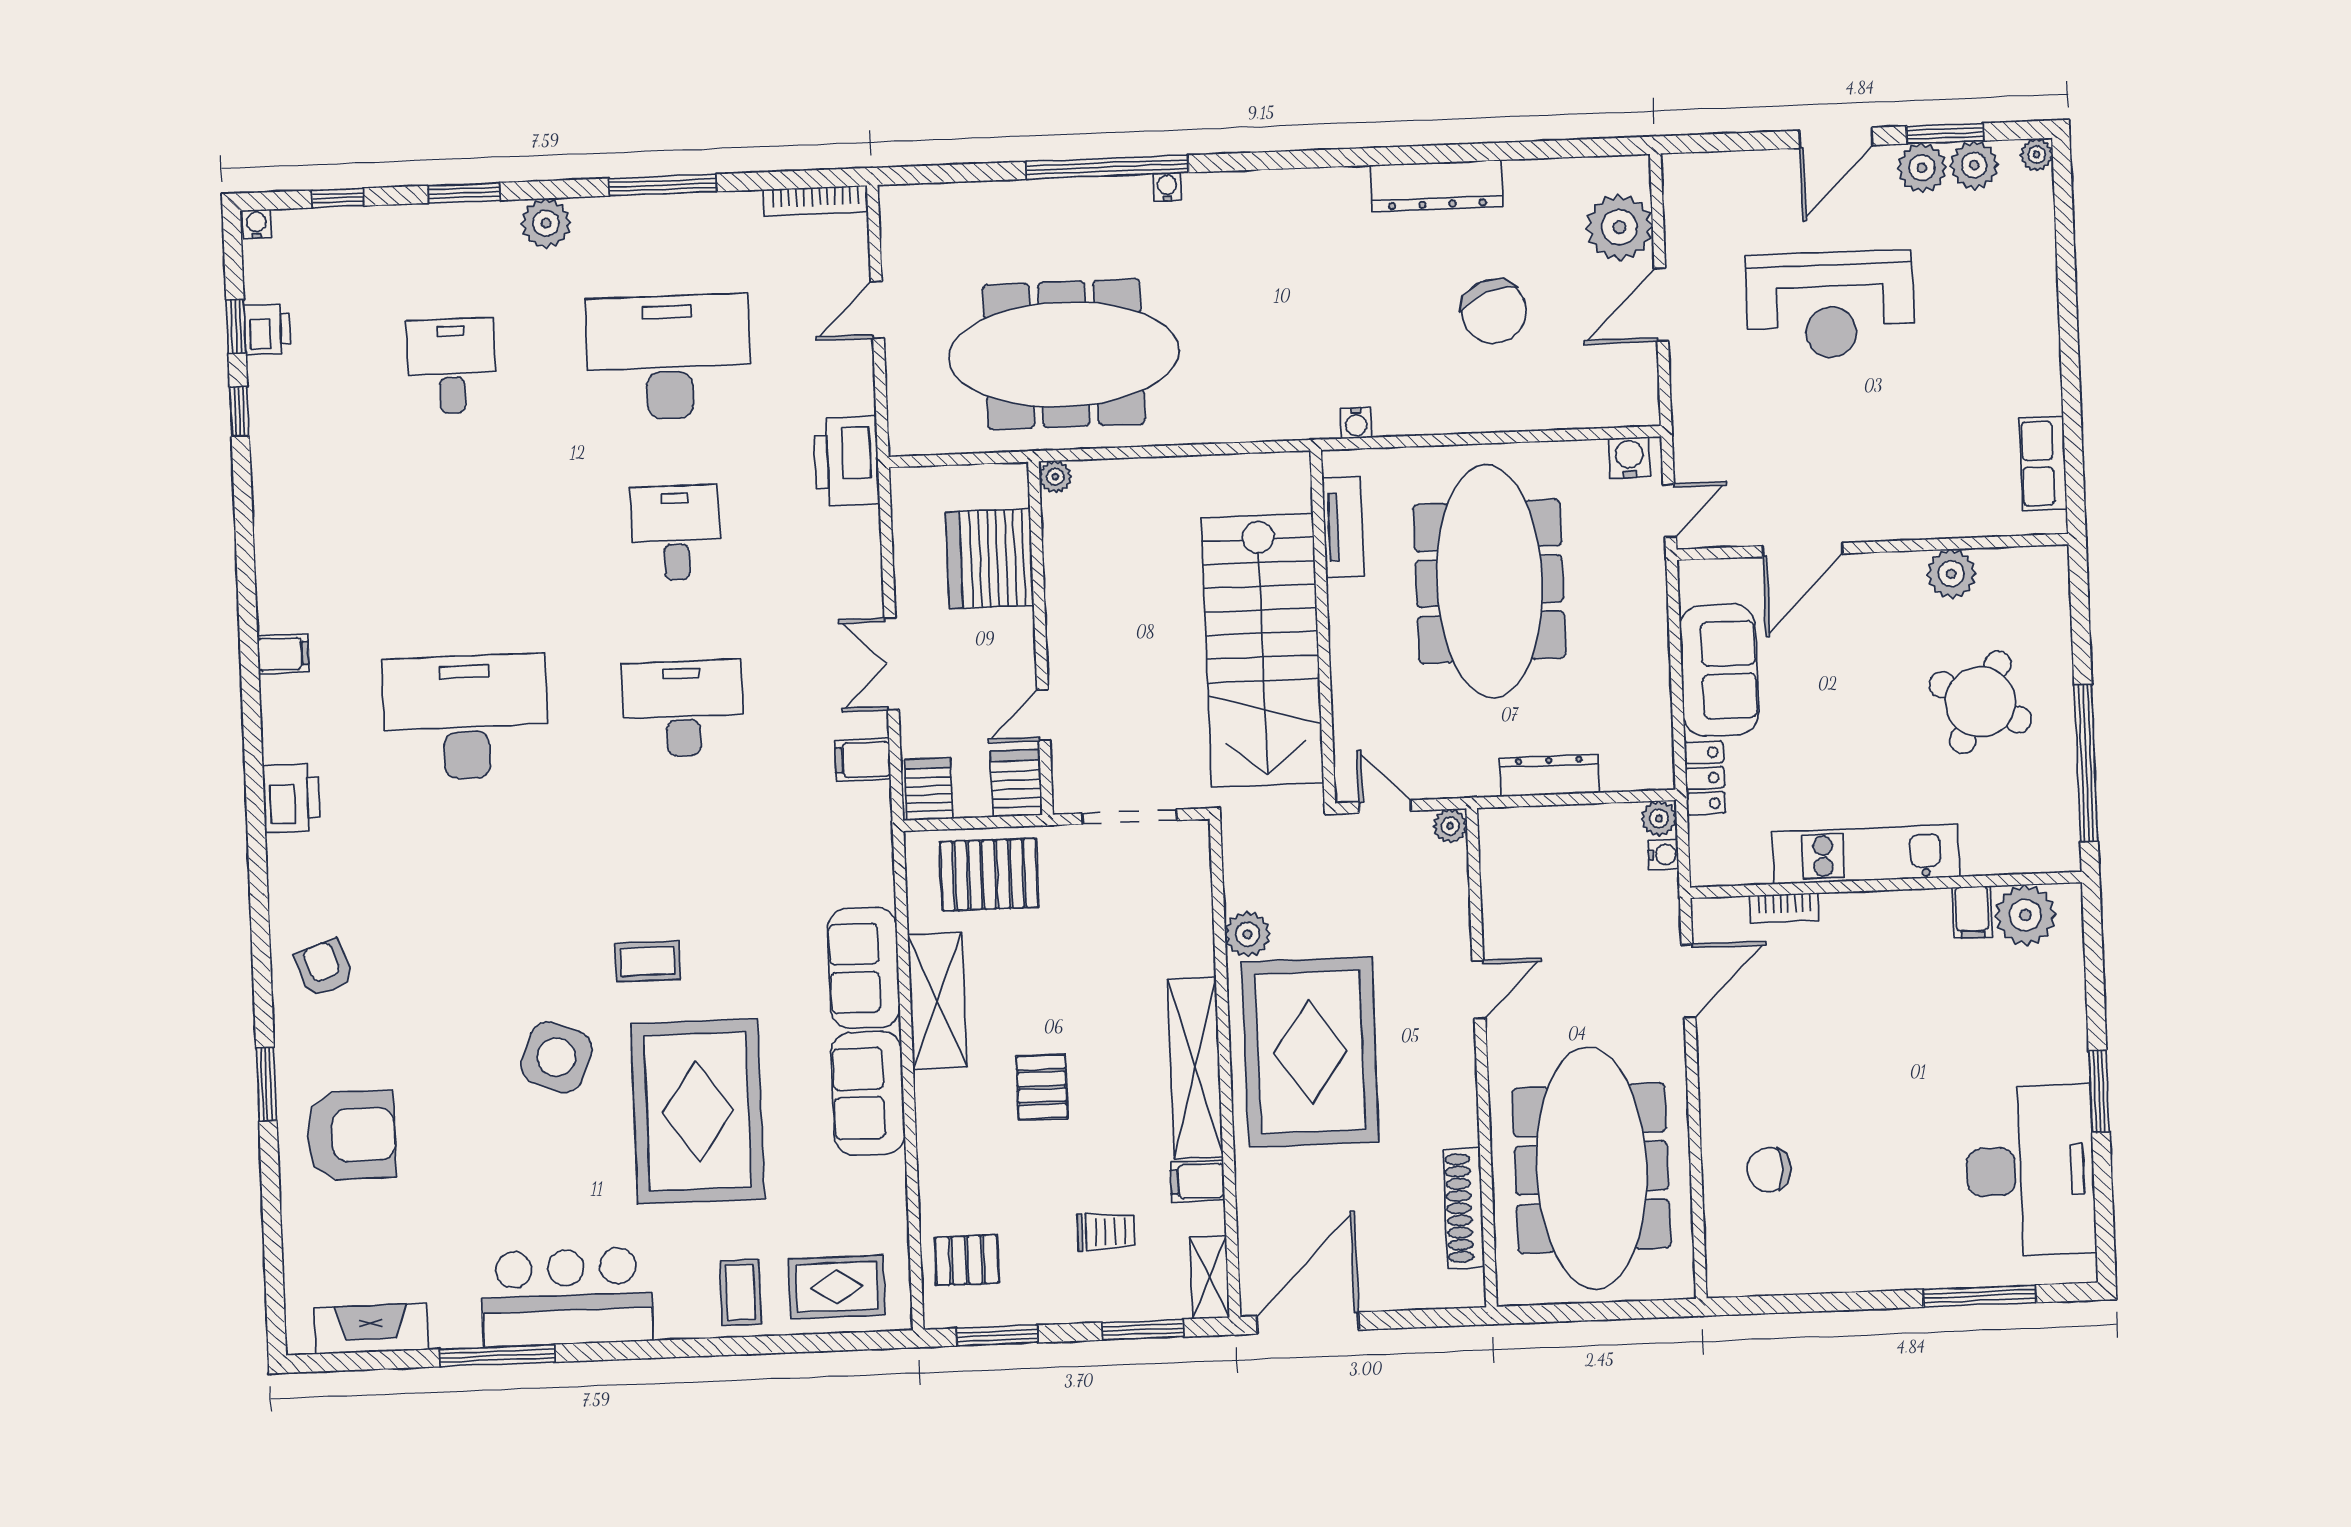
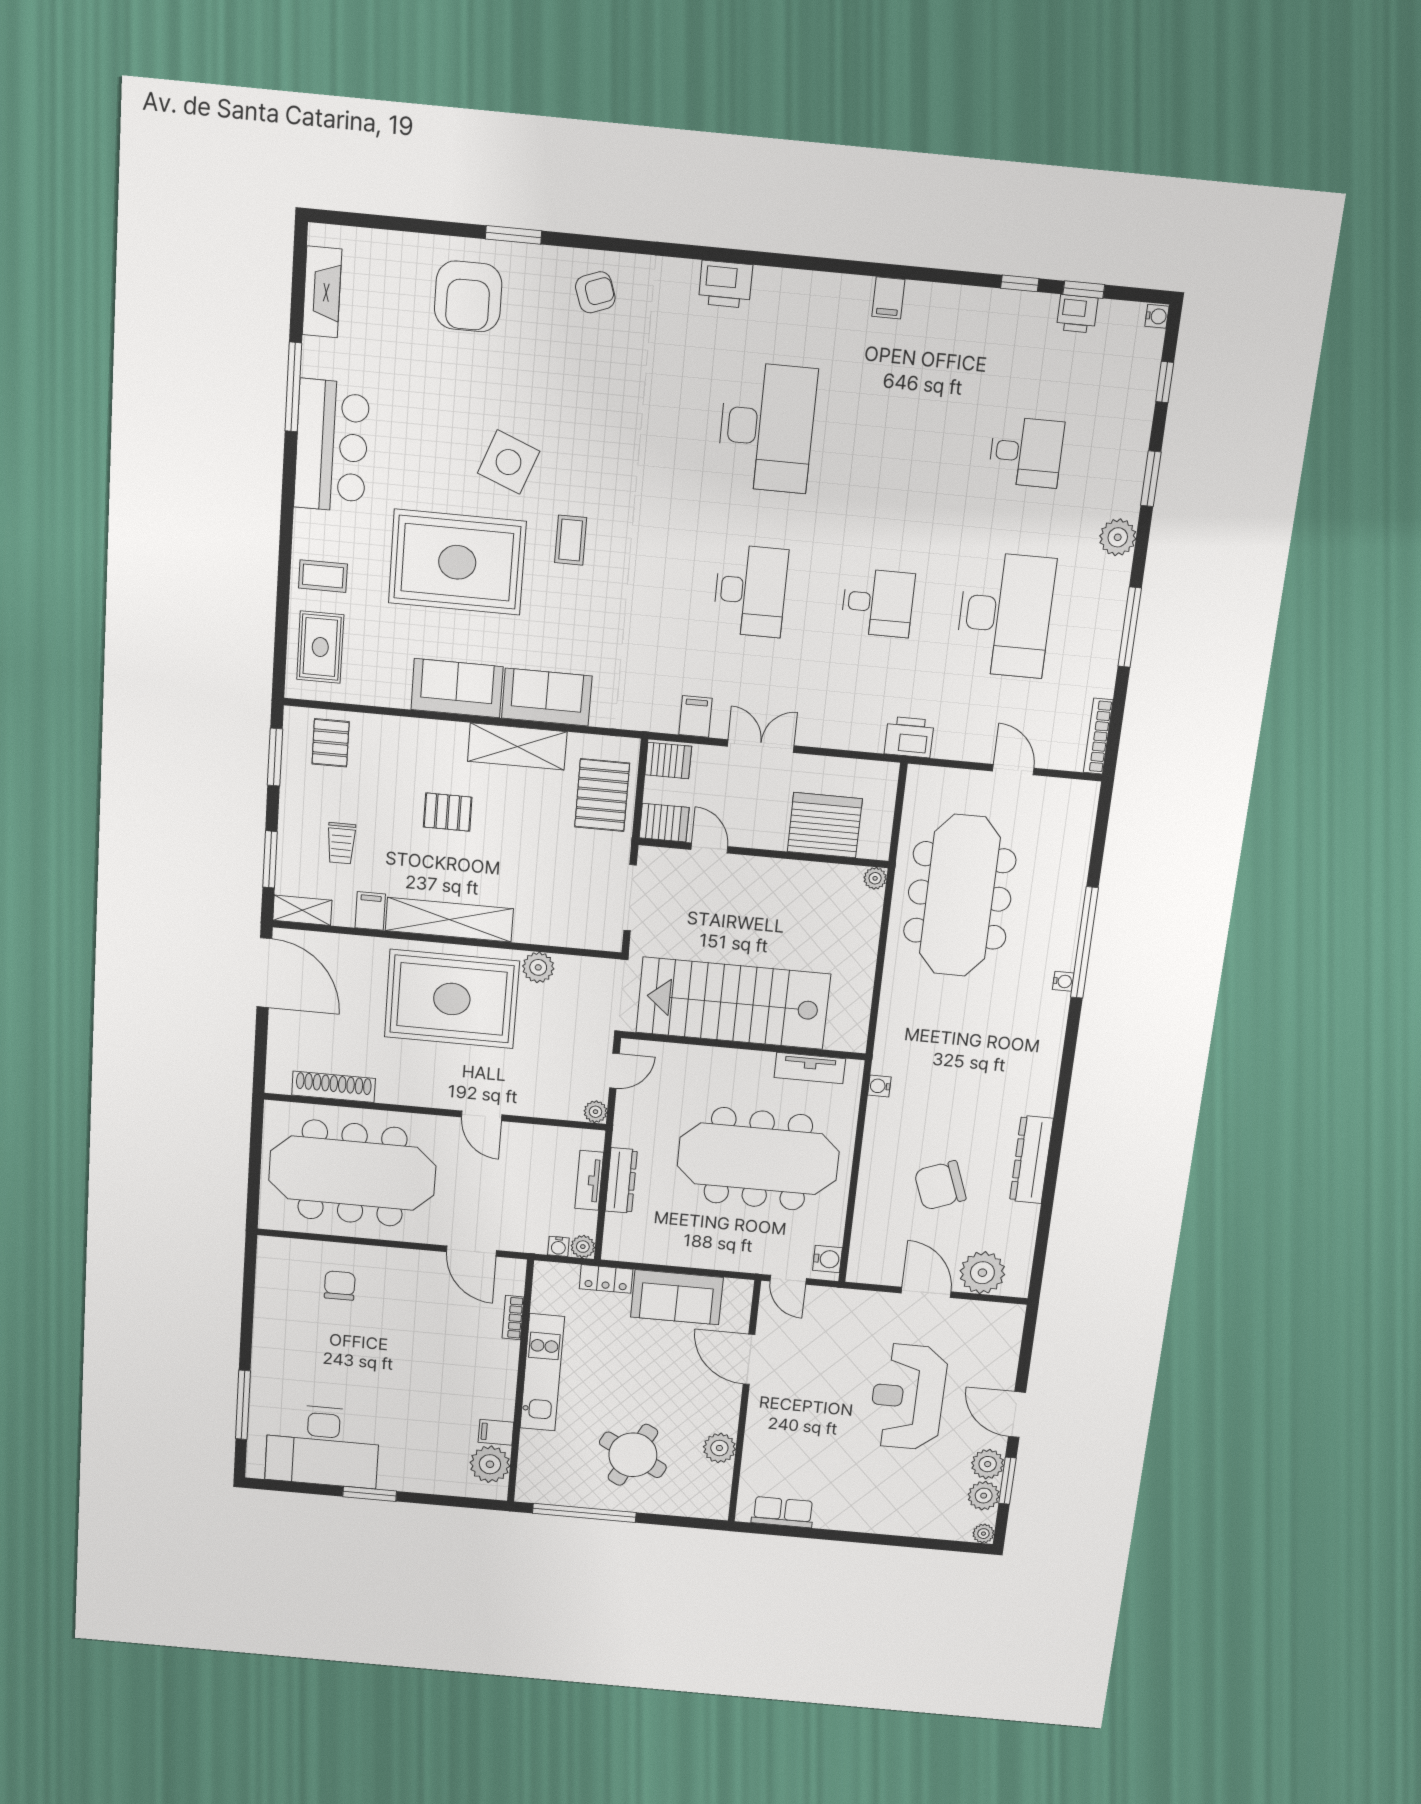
printer: (847, 461) -> (909, 737), width x0.73, depth x0.84
filing cabinet: (283, 654) -> (888, 298), moved
tv unit: (1556, 822) -> (589, 1180), added

